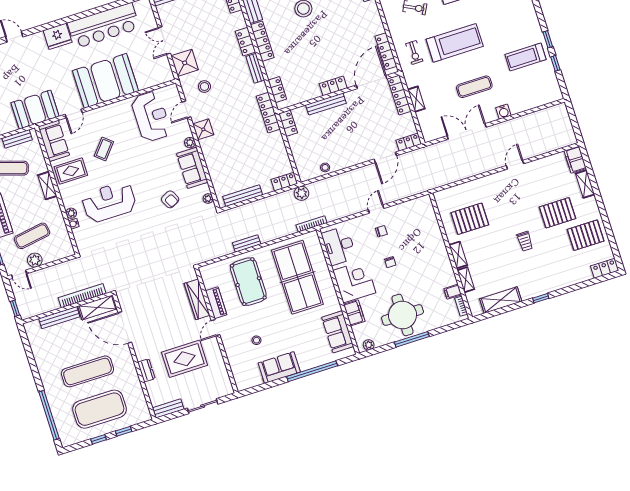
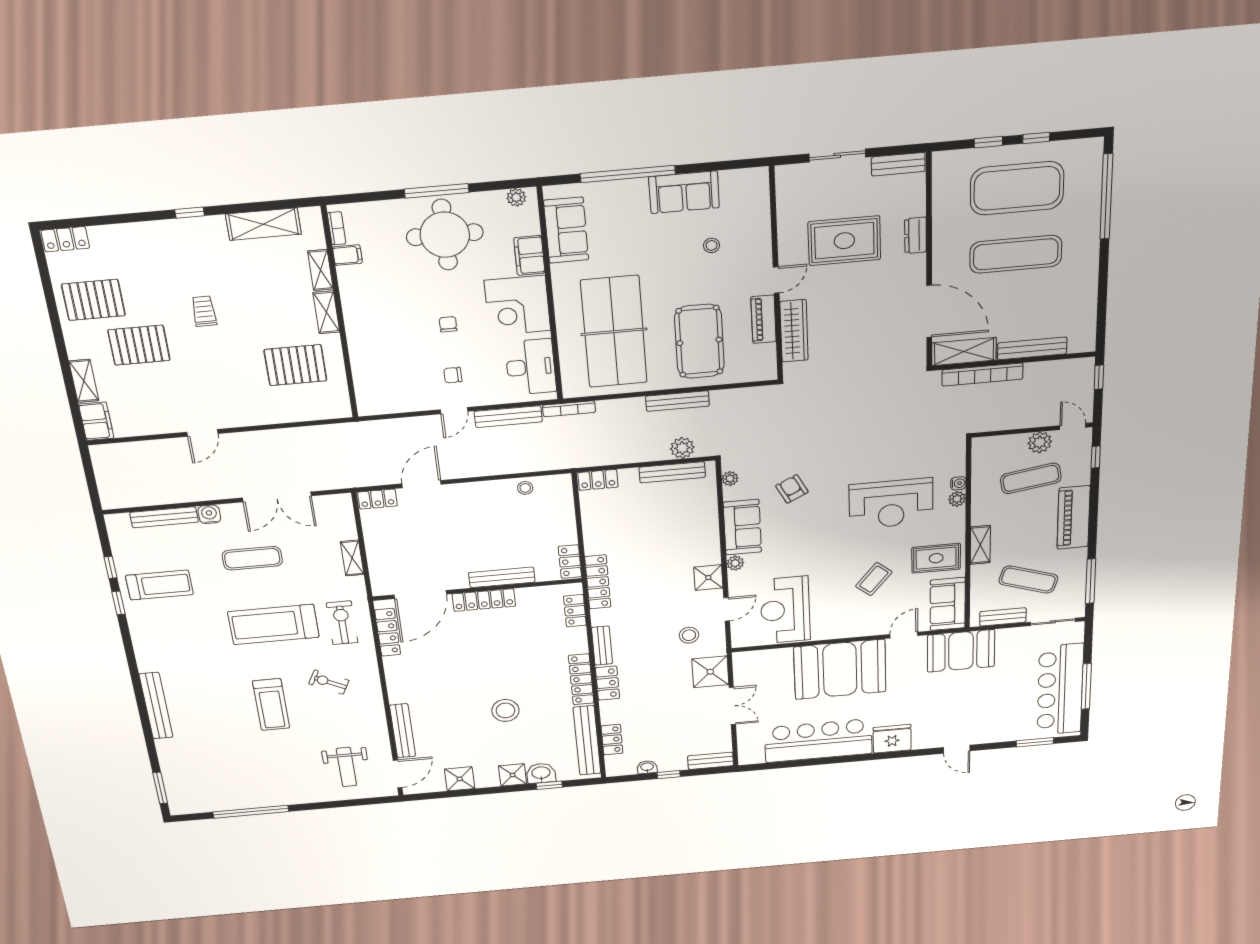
exercise bike: (414, 52) -> (342, 623), width x1.38, depth x1.39
locker: (333, 86) -> (484, 600), width x1.53
locker: (399, 95) -> (379, 569), removed
bench: (529, 104) -> (164, 517), added
plant: (302, 193) -> (682, 448), moved
bench: (345, 212) -> (508, 417), added
bench: (247, 243) -> (678, 401), width x1.36

